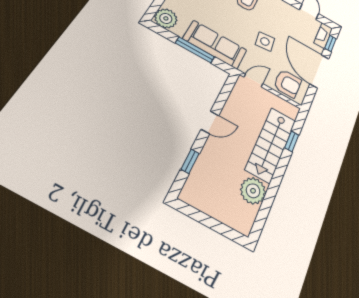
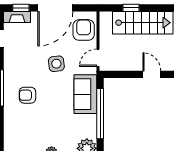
sofa: (215, 44) -> (85, 94), width x0.73
window: (195, 50) -> (100, 114), width x1.46
door: (253, 80) -> (98, 58), hinge flipped

